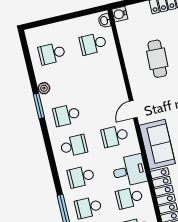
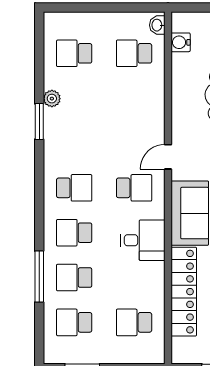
water cooler: (120, 14) -> (181, 42), moved
school desk: (66, 115) -> (74, 143), removed
school desk: (115, 136) -> (134, 188), turned 180
school desk: (129, 198) -> (134, 278), removed

